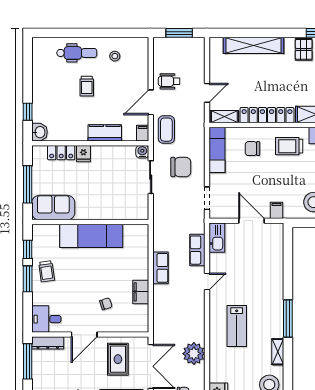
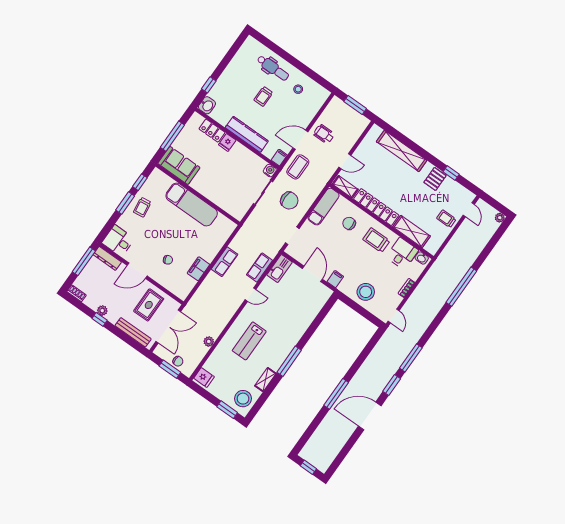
kitchen counter: (105, 133) -> (247, 134), width x1.50
plant: (194, 354) -> (209, 342), width x0.53, depth x0.53

